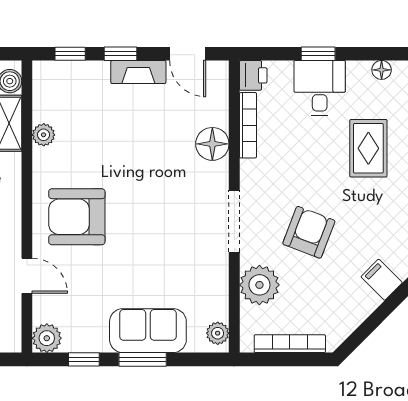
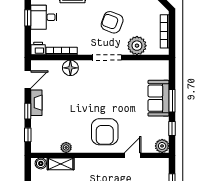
plant: (218, 333) -> (160, 65), removed

